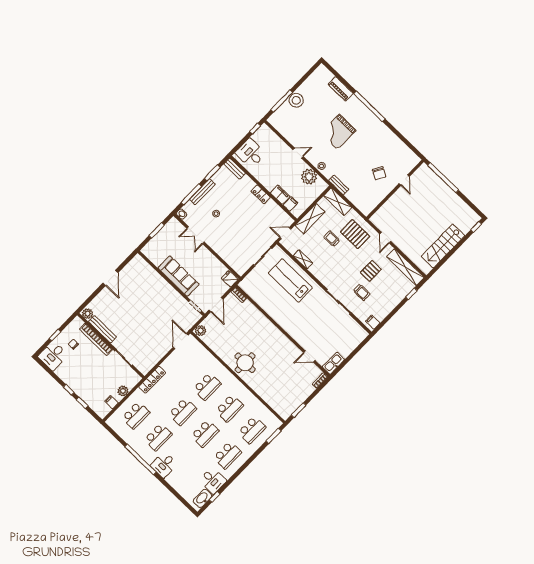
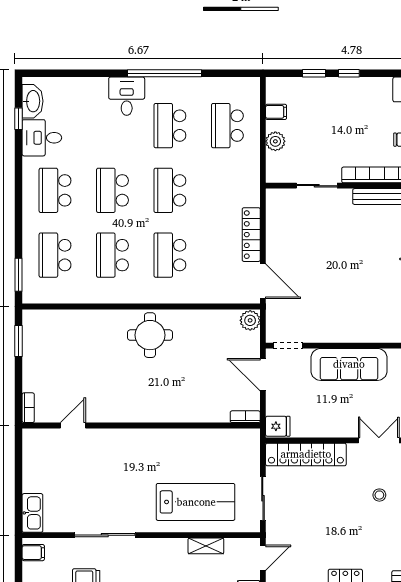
locker: (229, 257) -> (306, 454), added
kitchen sink: (333, 363) -> (32, 513), moved
locker: (152, 380) -> (251, 235), moved

